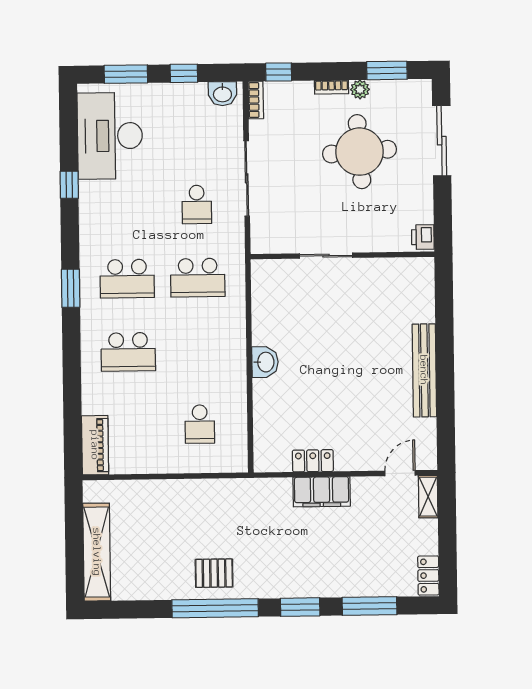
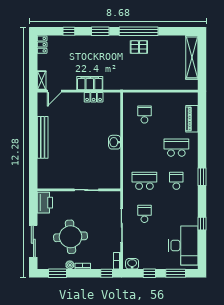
printer: (423, 237) -> (45, 203), width x1.87, depth x1.48
school desk: (127, 279) -> (176, 181), width x0.54
piano: (95, 445) -> (192, 119), moved
window: (369, 606) -> (69, 31), width x0.46

